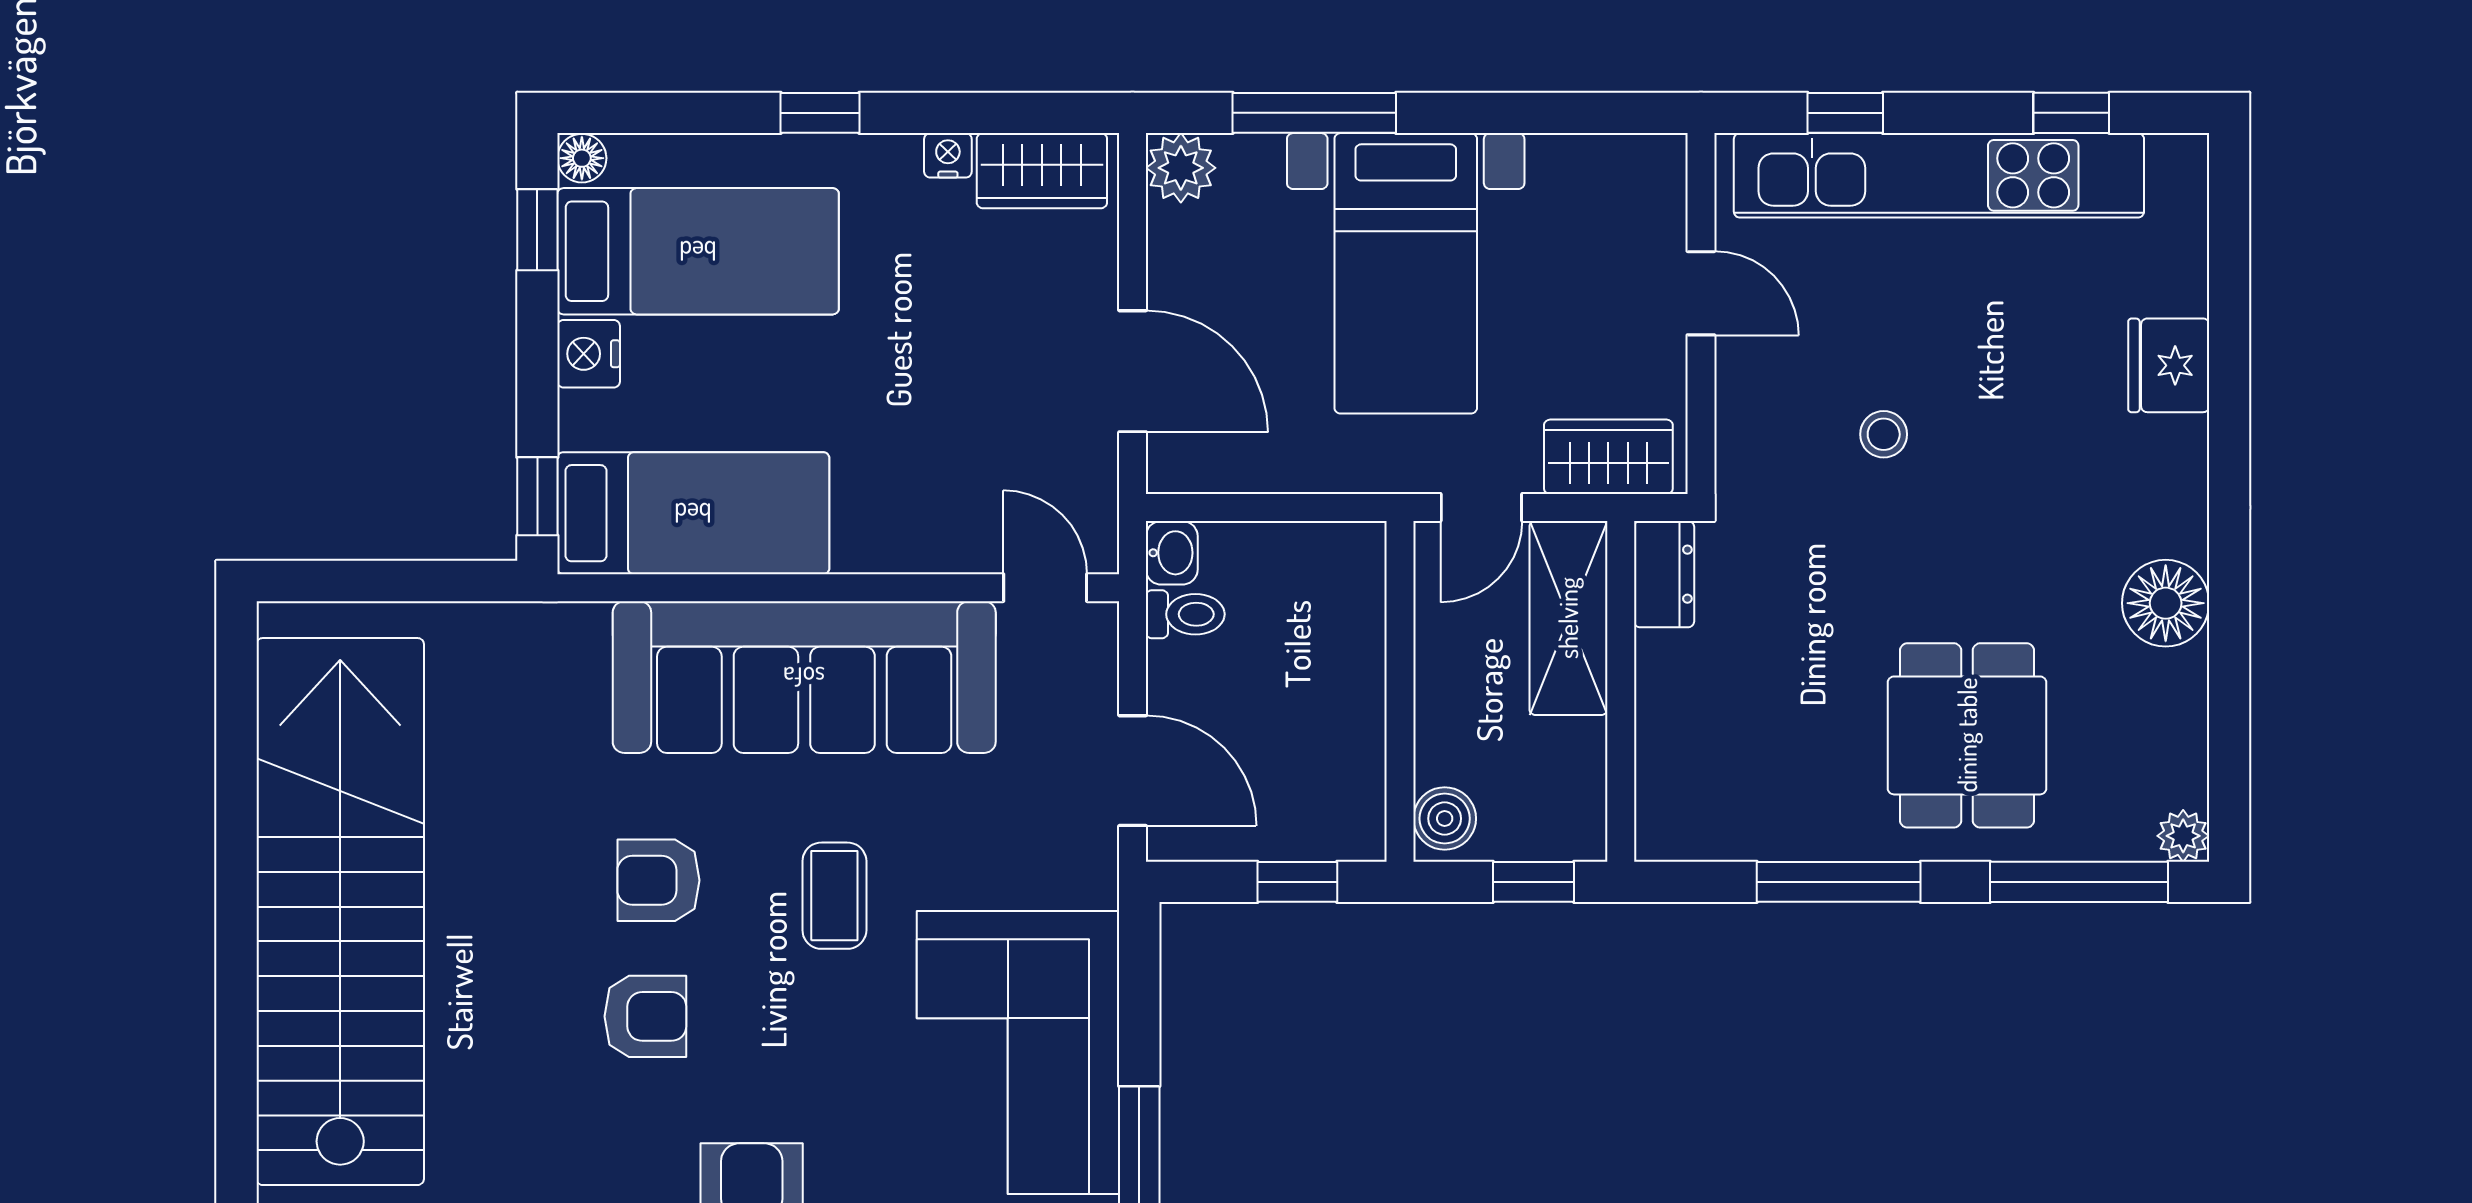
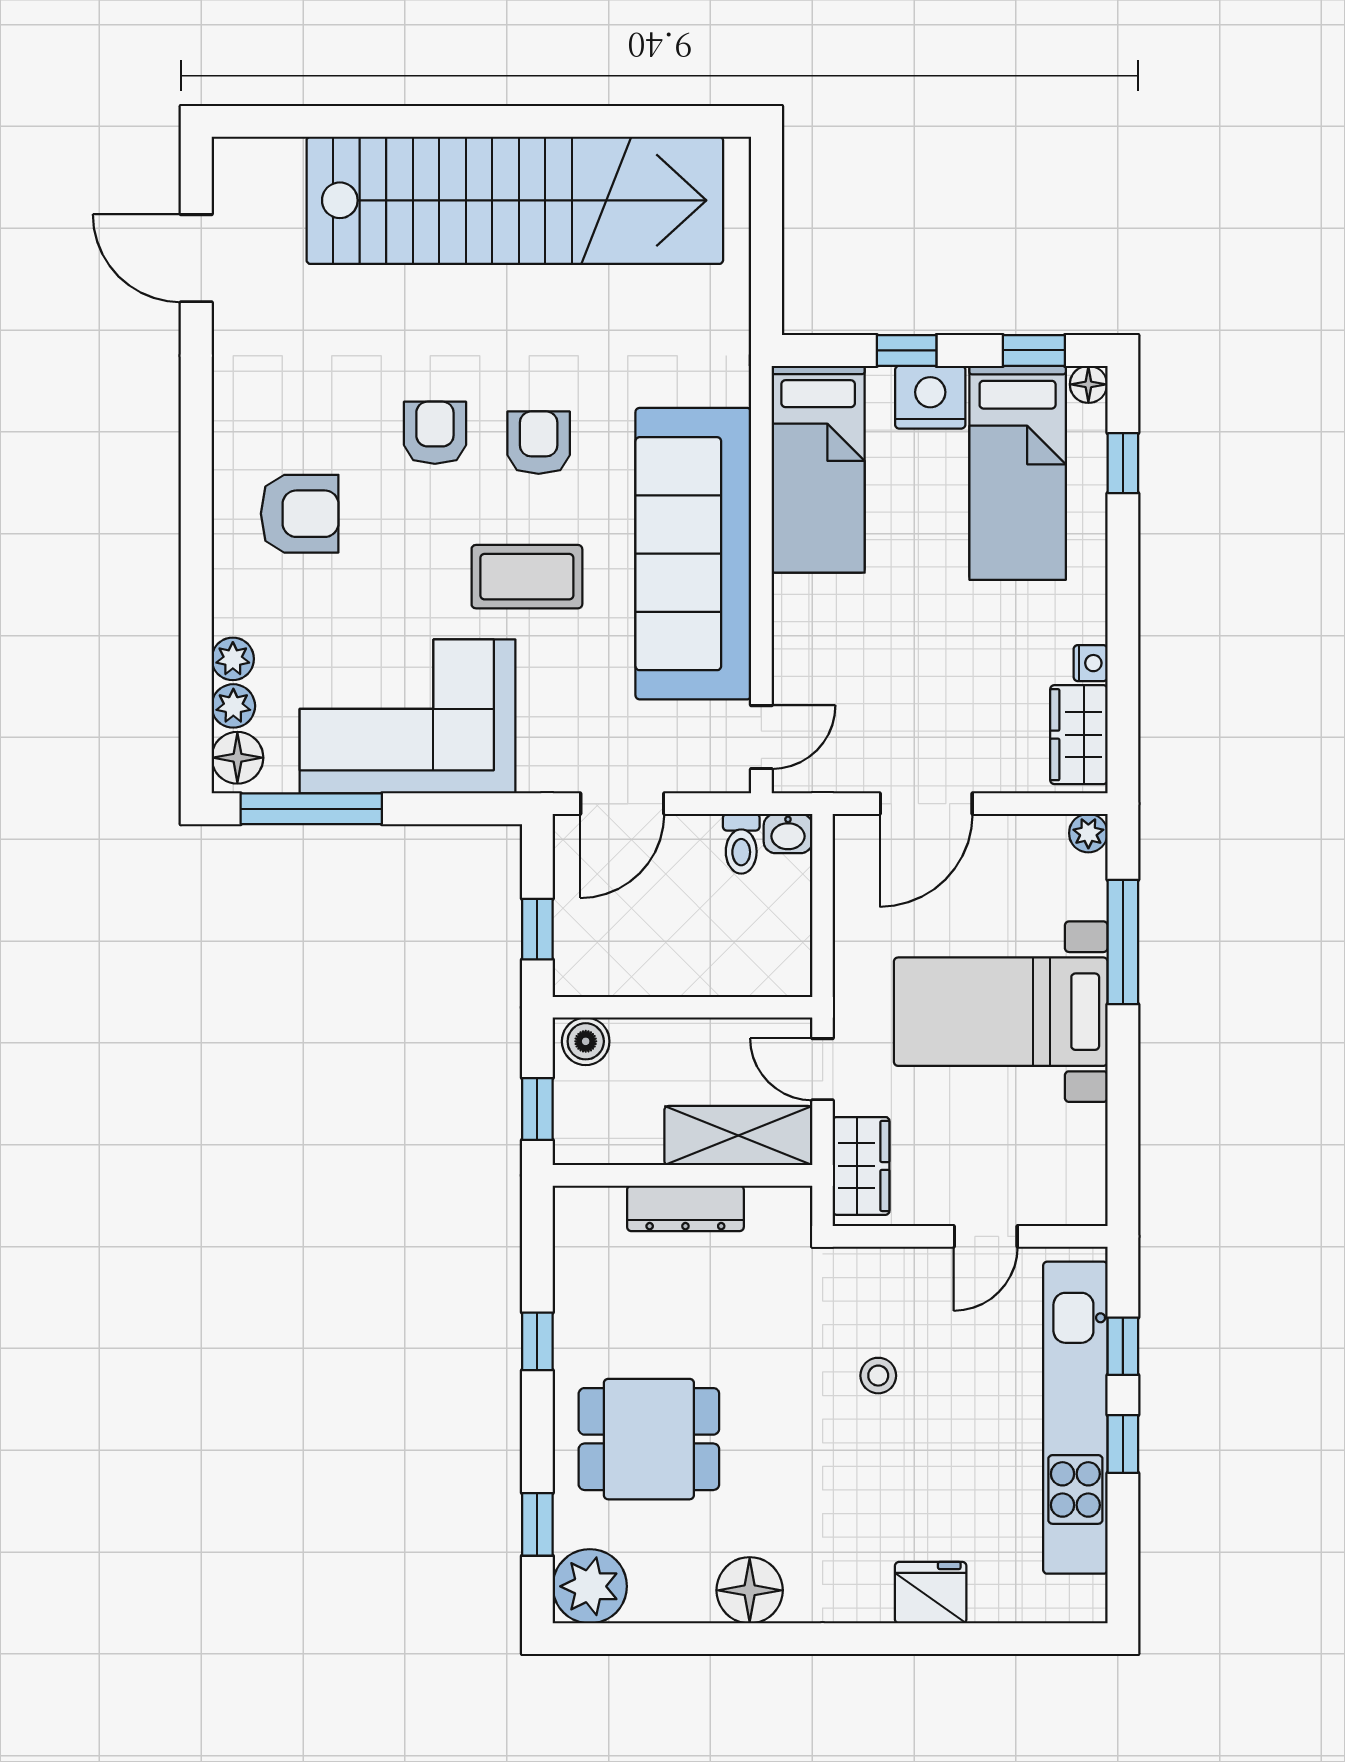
window: (820, 113) -> (1123, 463), moved
window: (2071, 113) -> (1123, 1444), moved
plant: (1181, 168) -> (1088, 833), width x0.73, depth x0.73
nightstand: (589, 354) -> (930, 397), width x1.36, depth x1.33
window: (537, 496) -> (907, 350), moved
dresser: (1664, 574) -> (685, 1208), moved, width x1.44
plant: (2183, 836) -> (590, 1586), width x1.88, depth x1.88
window: (1839, 882) -> (537, 1341), width x0.46
window: (2079, 882) -> (537, 1524), width x0.46
coffee table: (834, 896) -> (527, 577), width x1.36, depth x1.30
armchair: (645, 1016) -> (435, 433), turned 180

